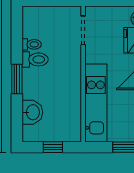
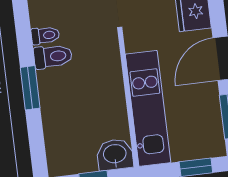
washbasin: (32, 112) -> (115, 155), moved, turned -90

